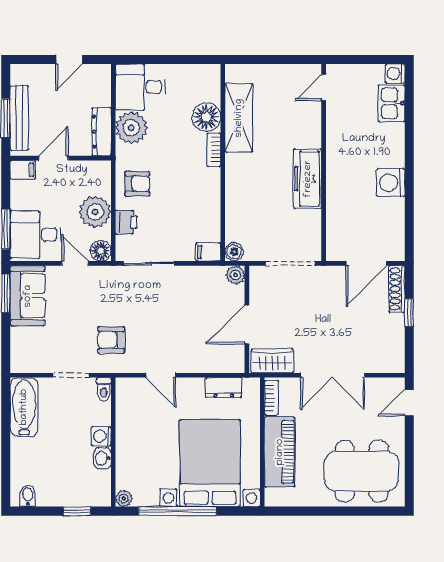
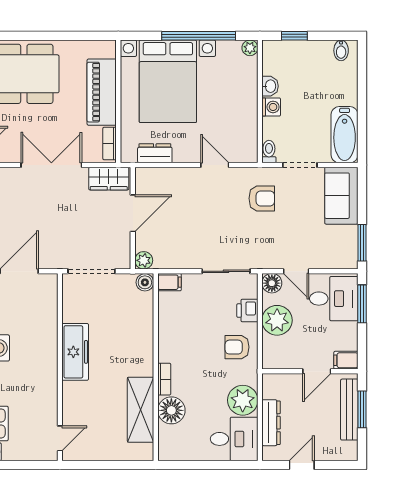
dresser: (102, 132) -> (271, 423), moved
sofa: (28, 296) -> (341, 196), moved

